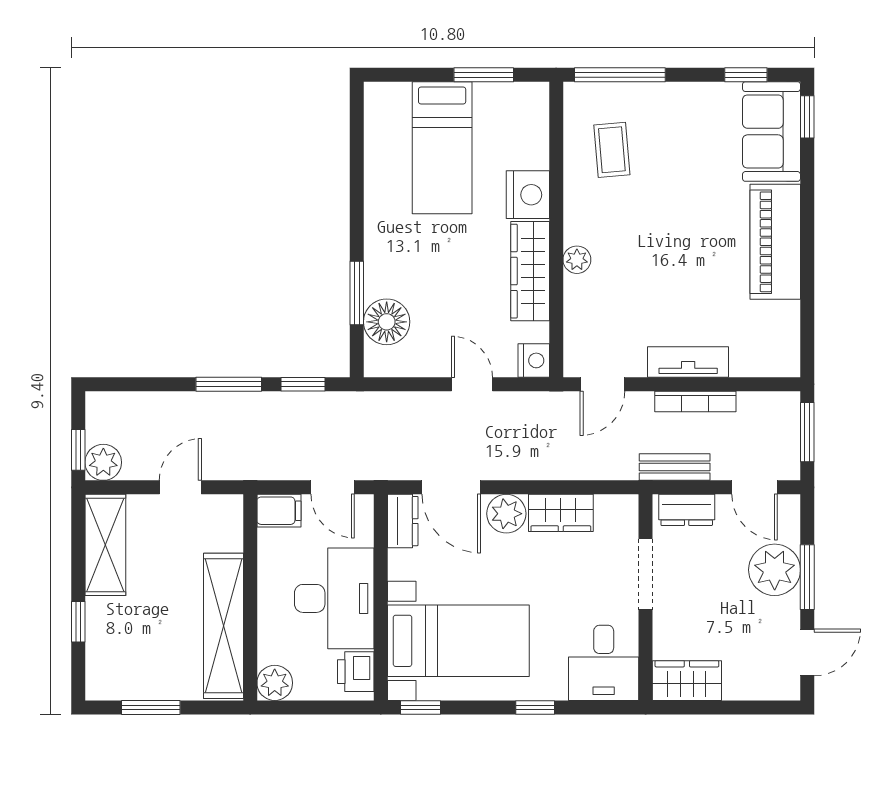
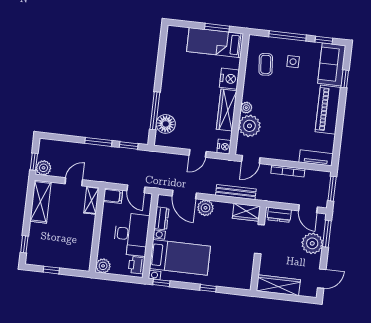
window: (620, 75) -> (288, 36), moved
window: (807, 117) -> (345, 79), moved
side table: (677, 136) -> (293, 62), added
bed: (442, 148) -> (215, 43), moved, turned 90
window: (357, 293) -> (155, 111), width x1.44
plant: (590, 303) -> (249, 126), added
tv unit: (688, 362) -> (316, 158), moved
door: (472, 384) -> (198, 153), swing flipped
bench: (675, 467) -> (236, 192), moved, width x1.36
wardrobe: (561, 513) -> (246, 212), moved
dresser: (403, 521) -> (161, 218), moved
window: (807, 577) -> (327, 234), moved
window: (78, 622) -> (24, 244), moved
shelving: (223, 626) -> (91, 200), moved, width x0.45, depth x0.75
desk: (604, 663) -> (238, 273), removed
wardrobe: (687, 681) -> (278, 285), width x1.50
window: (151, 707) -> (51, 270), width x0.67

